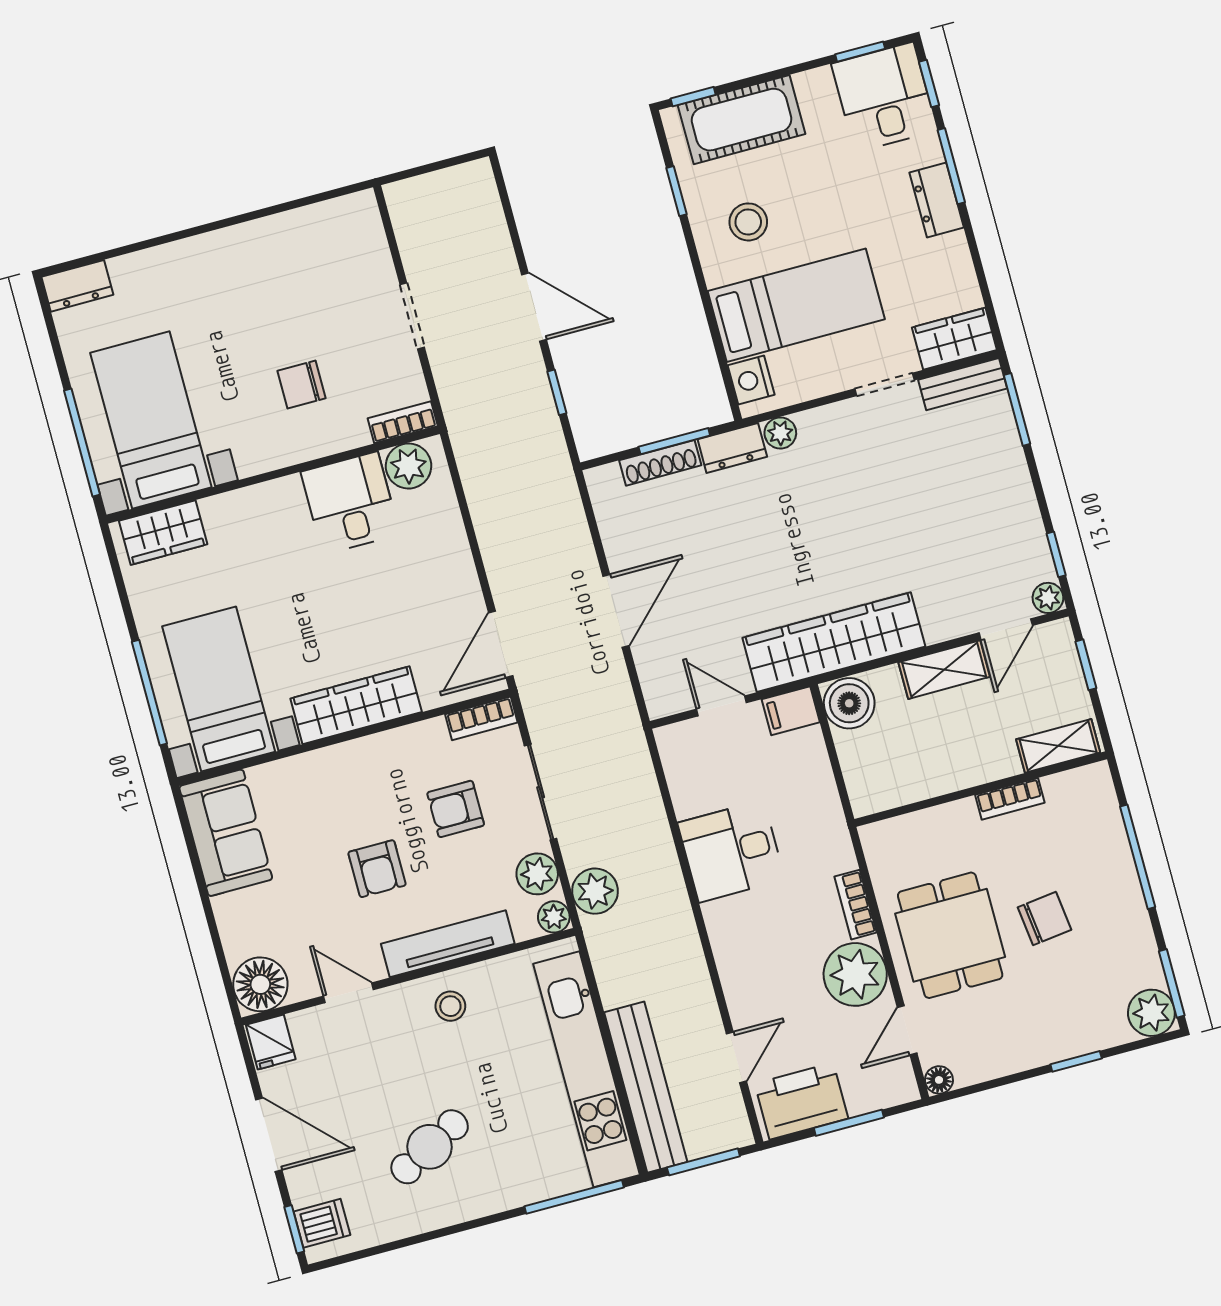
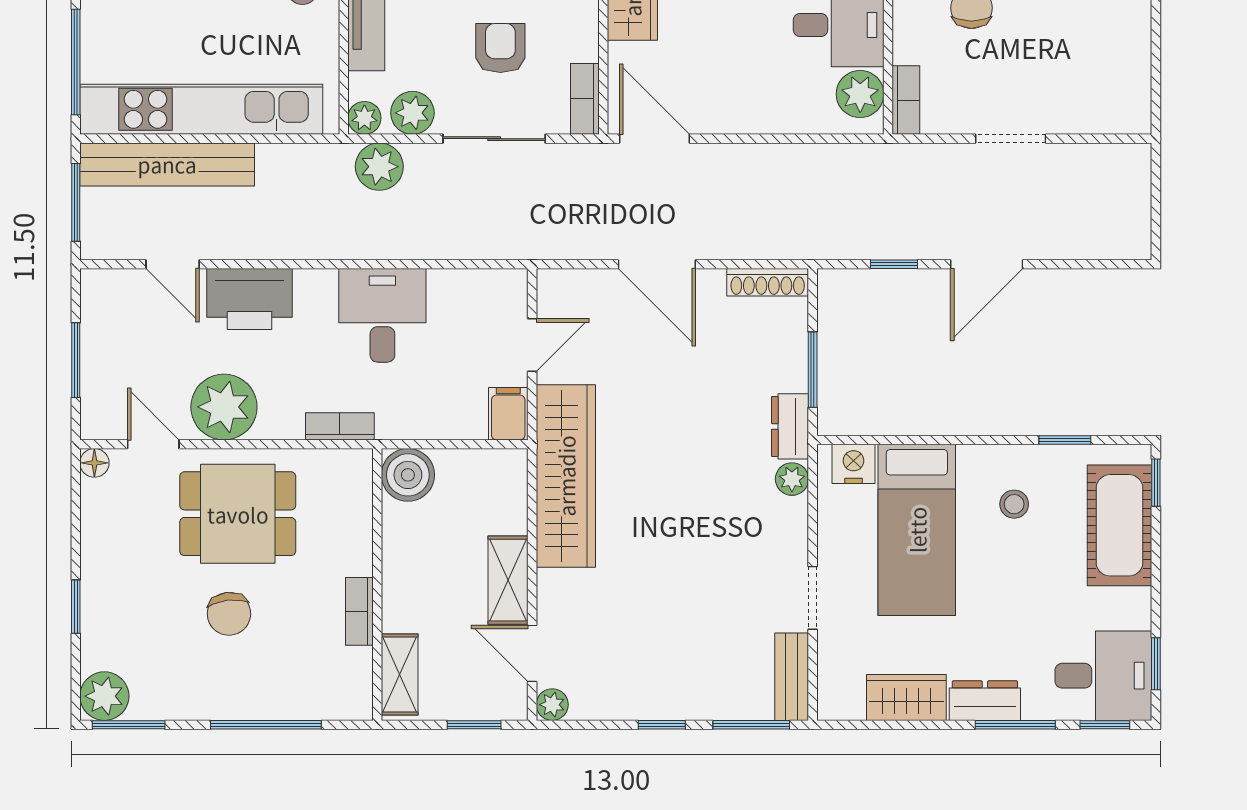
stool: (748, 222) -> (1014, 504), width x0.73, depth x0.73
wardrobe: (954, 339) -> (906, 697), moved, turned -90
shoe rack: (660, 463) -> (768, 282), moved, turned -90
window: (1056, 554) -> (662, 725), moved
boiler: (849, 703) -> (408, 475), moved
bookcase: (855, 905) -> (340, 426), moved
printer: (801, 1101) -> (249, 299), moved, turned 90

